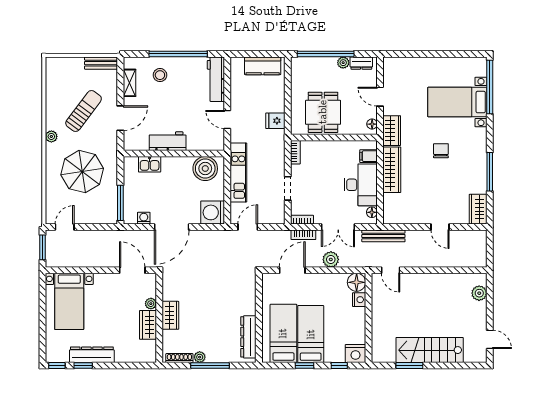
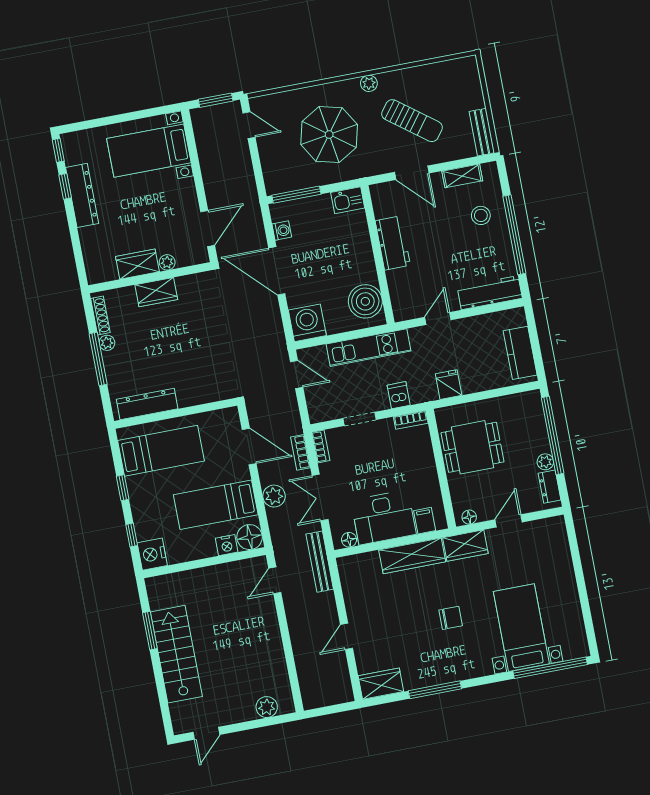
dishwasher: (276, 158) -> (399, 395), added
kitchen sink: (150, 164) -> (348, 200), moved, turned -90
bed: (311, 334) -> (216, 505), moved, turned 180

